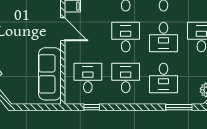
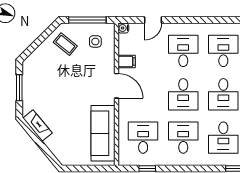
desk: (126, 37) -> (183, 94), turned 180

